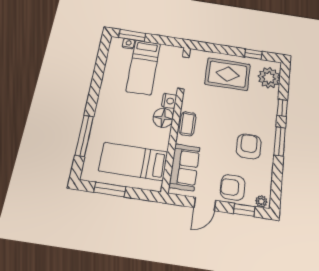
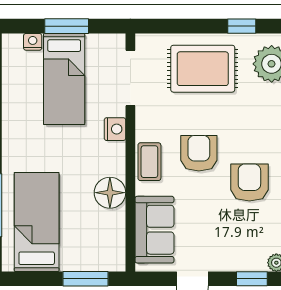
window: (132, 35) -> (67, 26), moved
floor lamp: (163, 118) -> (110, 193), moved
bed: (133, 161) -> (37, 222), moved, turned 90
armchair: (233, 187) -> (199, 153), moved, turned 90
window: (110, 189) -> (85, 279), moved

